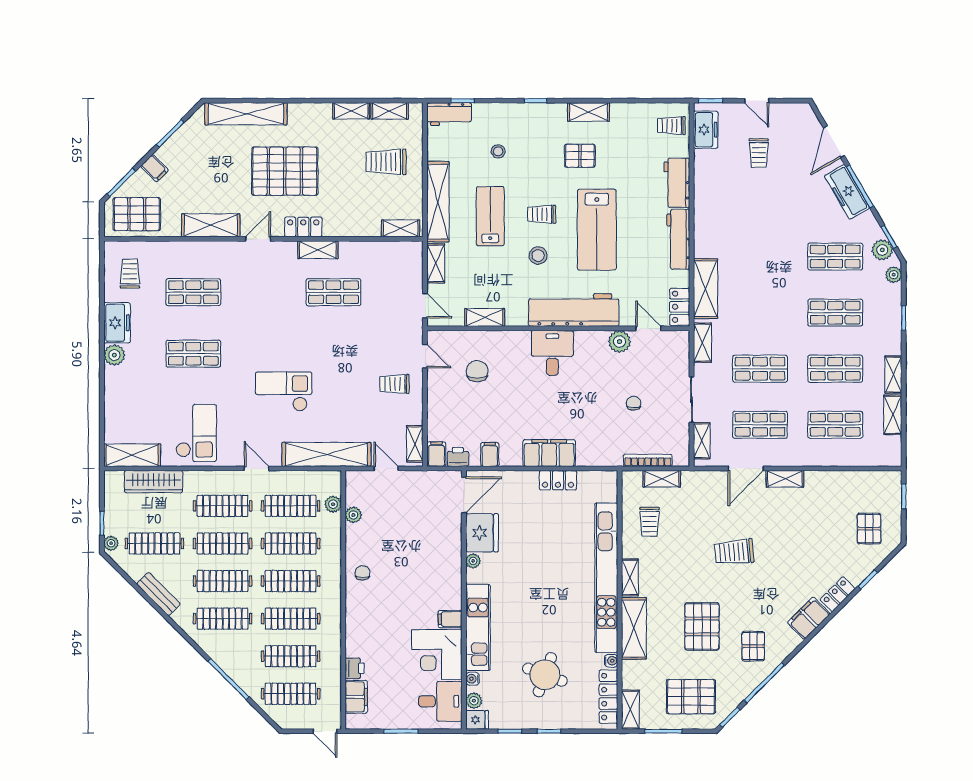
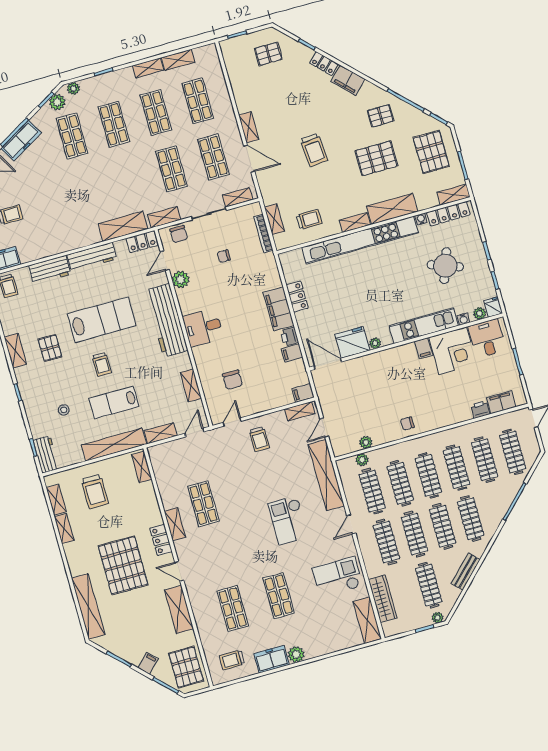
stool: (538, 256) -> (133, 358), removed
chair: (676, 355) -> (179, 234), added
chair: (477, 371) -> (232, 380), turned -90
printer: (458, 457) -> (290, 337), moved

